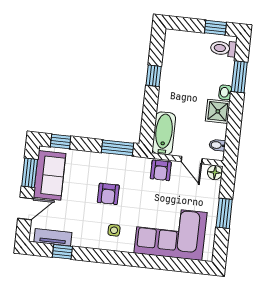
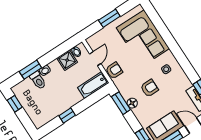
toilet: (223, 48) -> (38, 80), moved
shower: (218, 111) -> (67, 60), moved
floor lamp: (215, 172) -> (132, 103), moved

